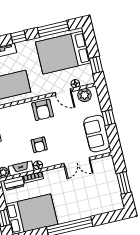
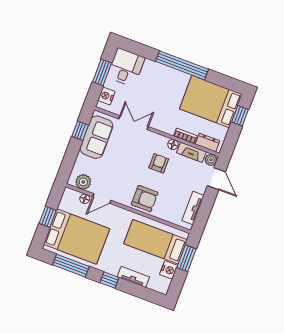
window: (96, 65) -> (48, 217), moved
door: (63, 92) -> (102, 199), swing flipped
armchair: (43, 110) -> (145, 199), moved, turned 90
window: (108, 118) -> (80, 131), moved
nightstand: (109, 168) -> (106, 96), added
desk: (109, 198) -> (126, 67), added

